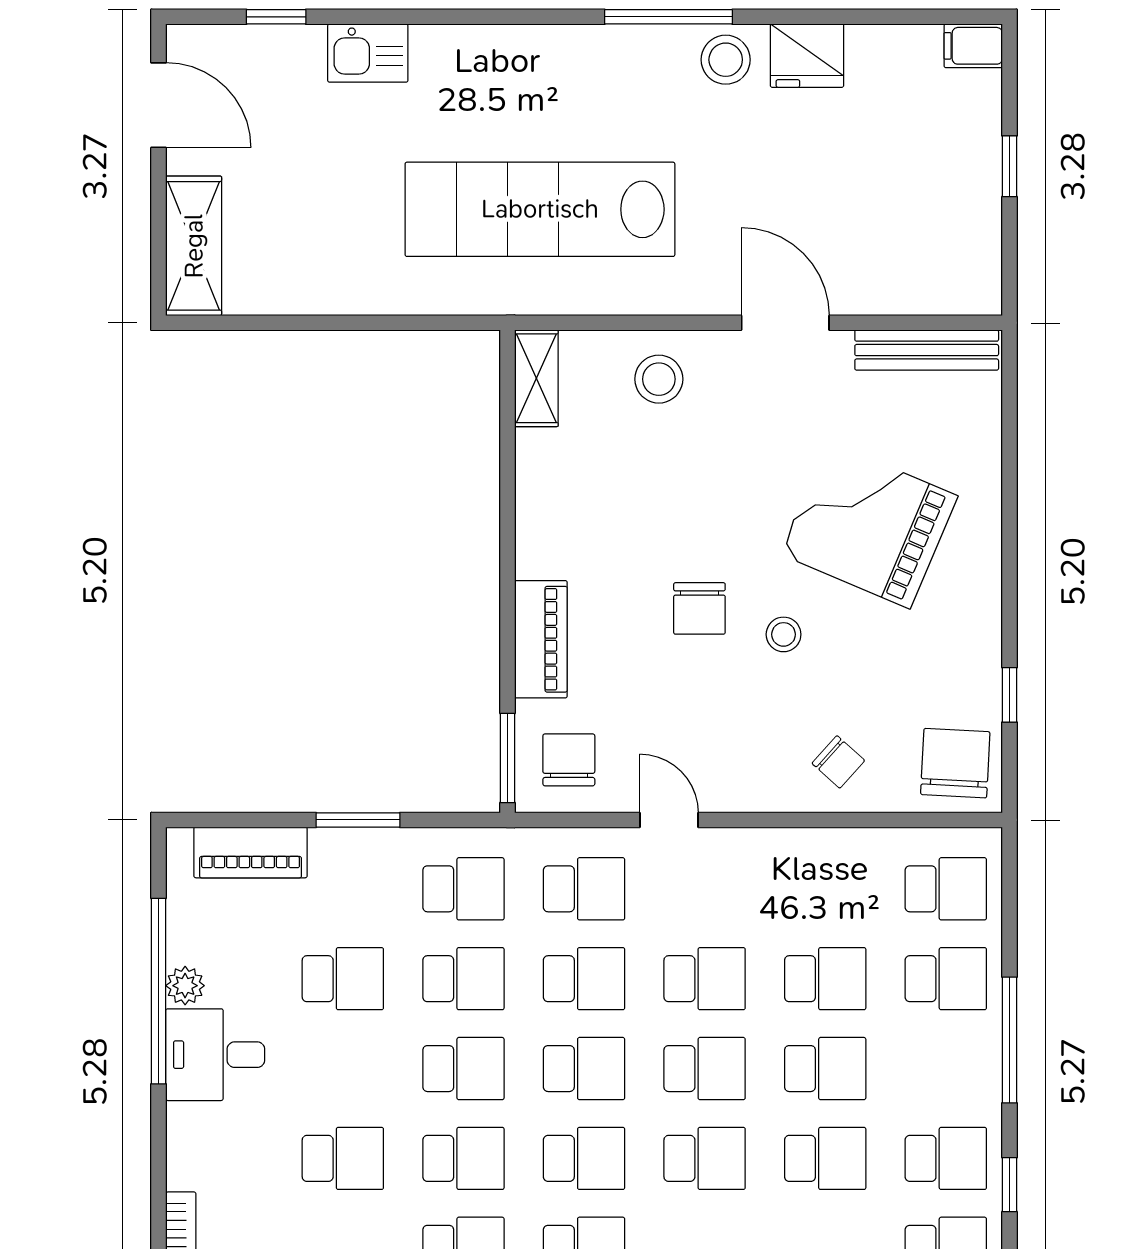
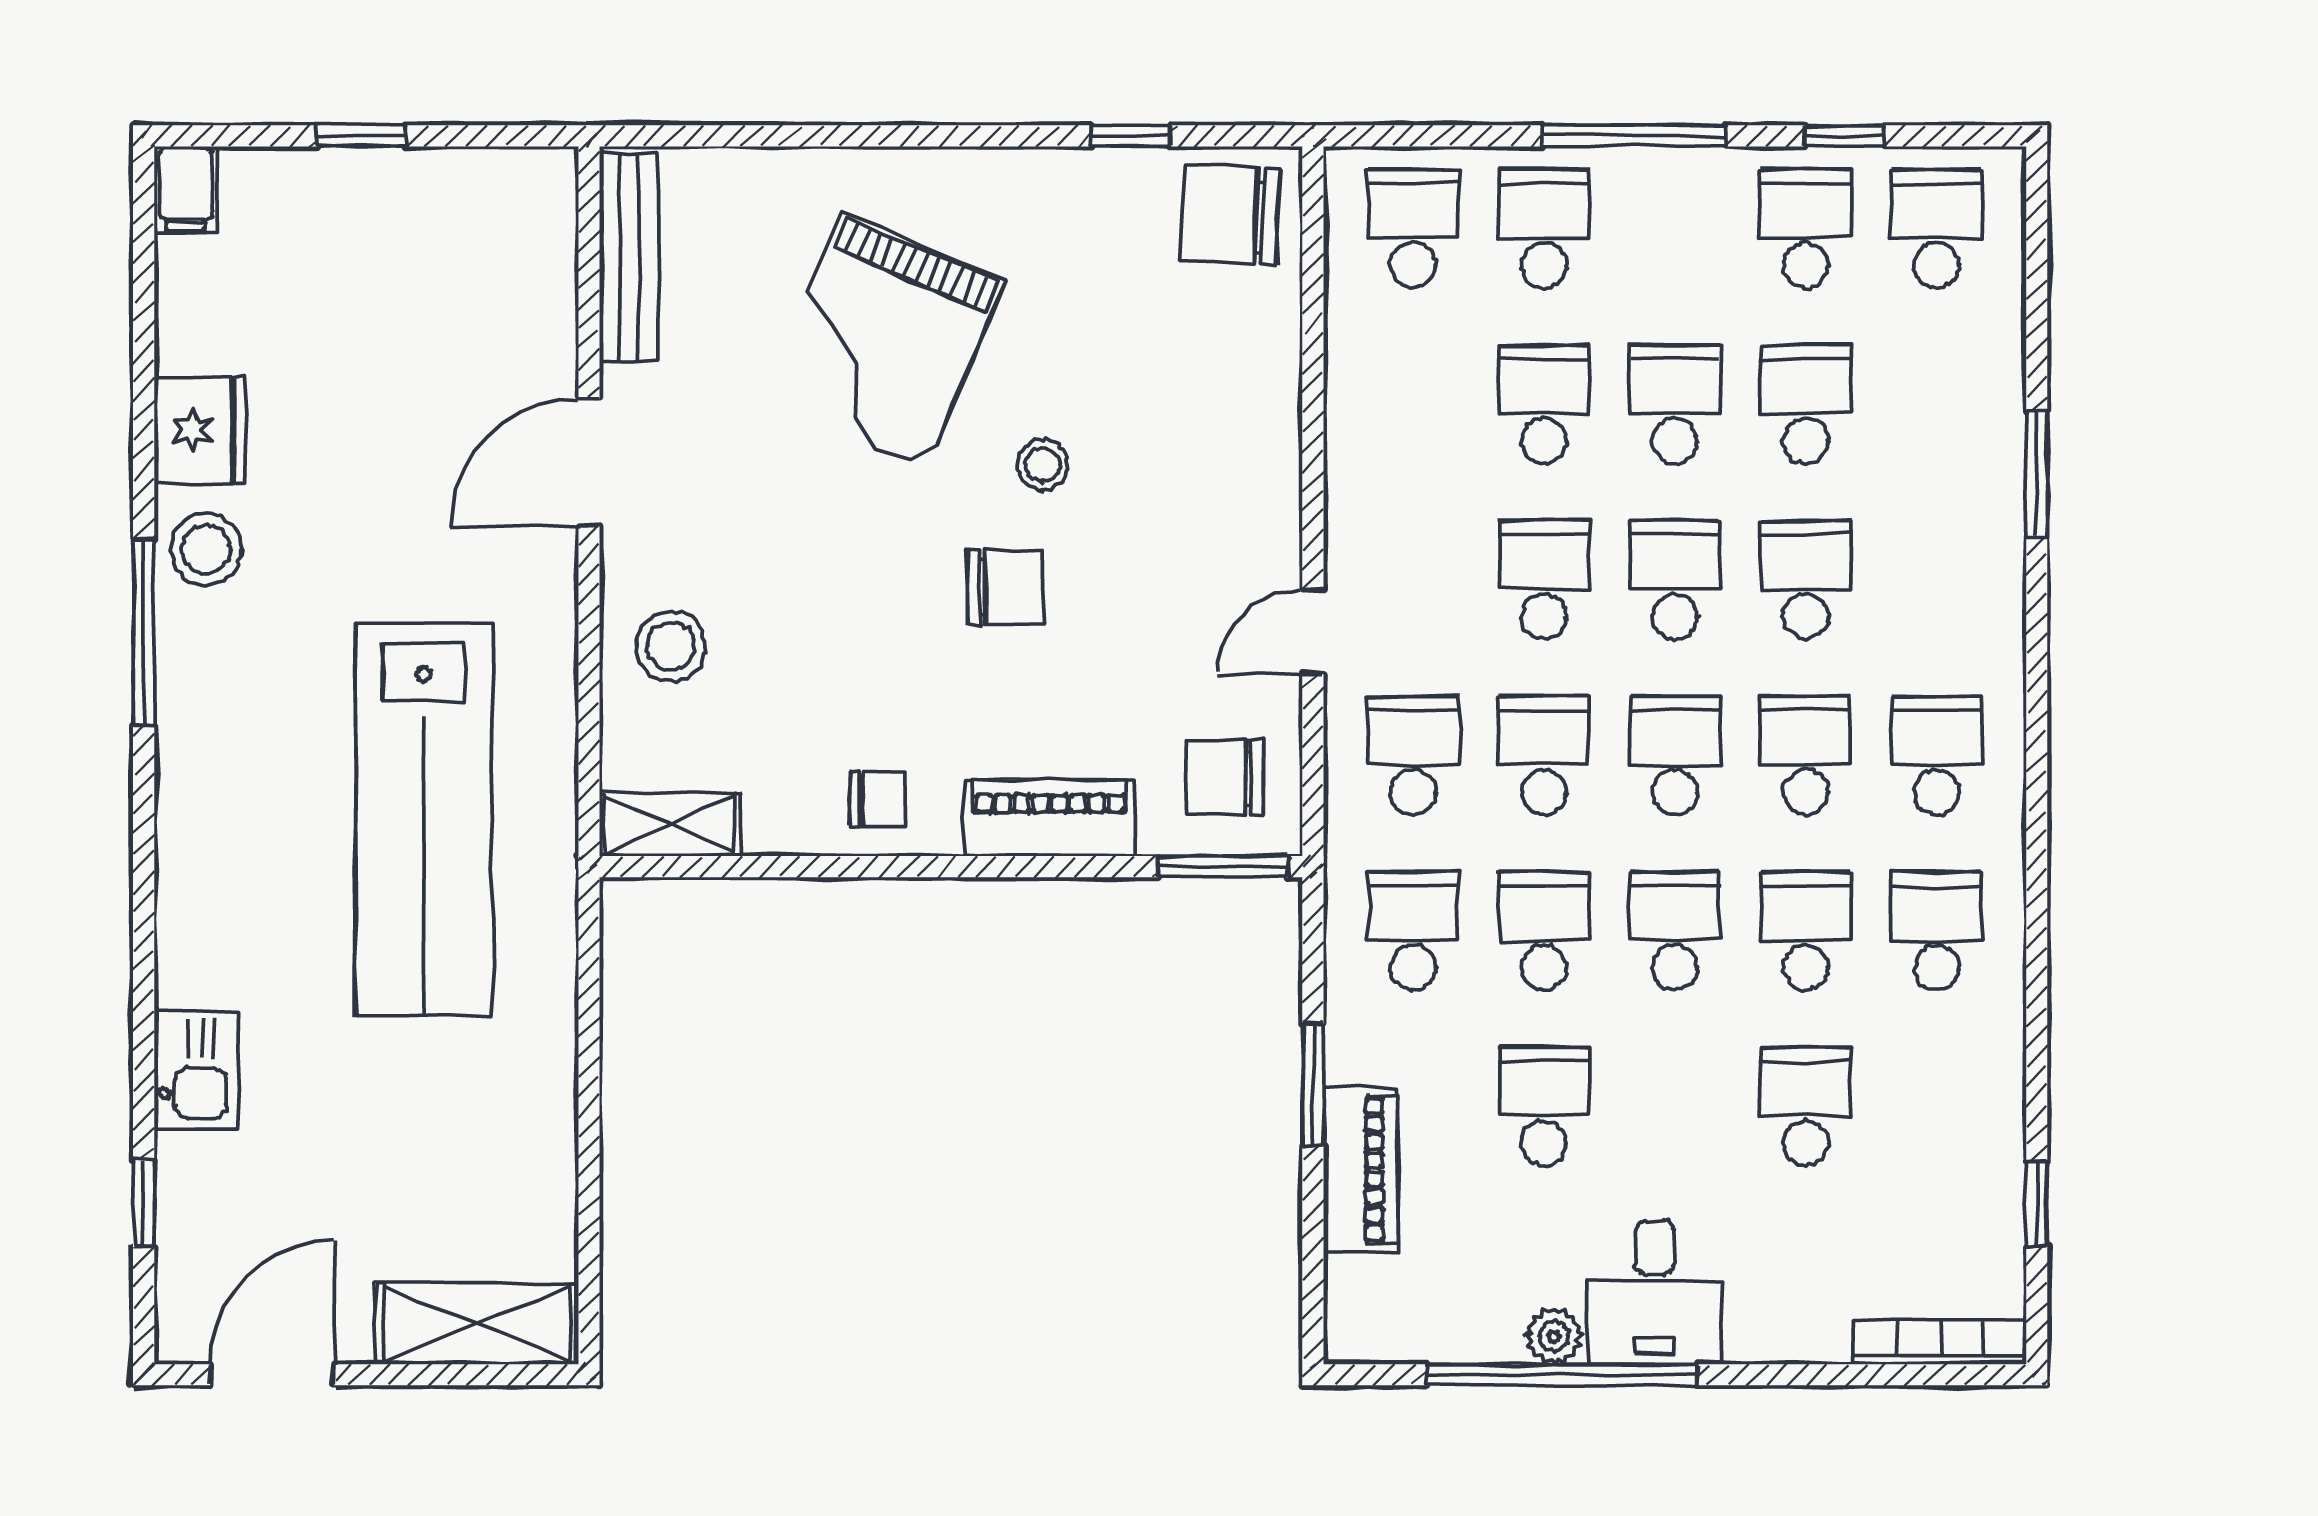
chair: (838, 762) -> (878, 799), moved, turned 48
piano: (251, 852) -> (1360, 1169), moved

